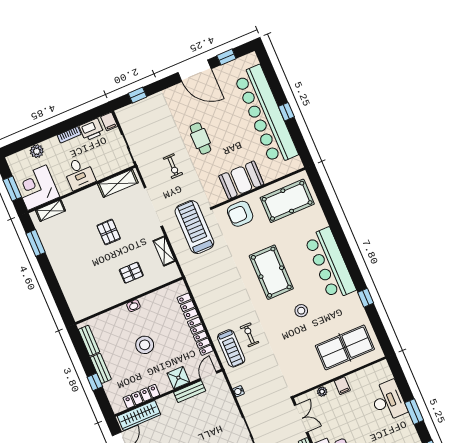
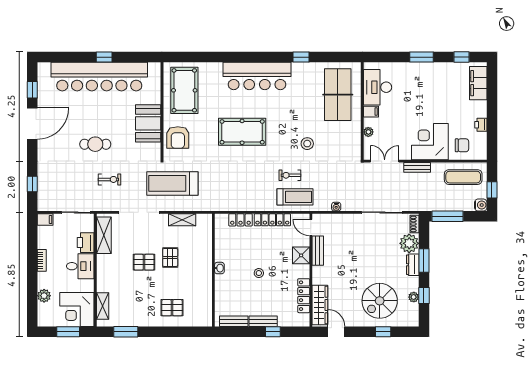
printer: (91, 130) -> (86, 243), moved, turned 180
pallet: (131, 273) -> (170, 257), moved
pallet: (77, 277) -> (172, 308), added
stool: (301, 311) -> (307, 144), moved
stool: (145, 345) -> (259, 273), width x0.53, depth x0.53
desk: (388, 401) -> (378, 87), moved, turned -90

